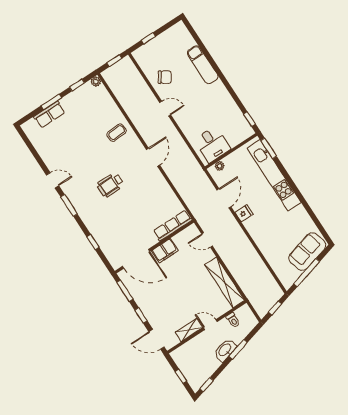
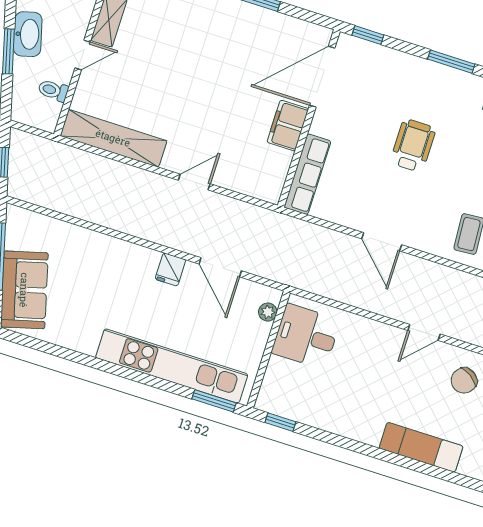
row of seats: (173, 226) -> (307, 174), moved
wall: (154, 247) -> (309, 118), moved
filing cabinet: (165, 251) -> (288, 126), moved
door: (136, 259) -> (322, 77), moved

